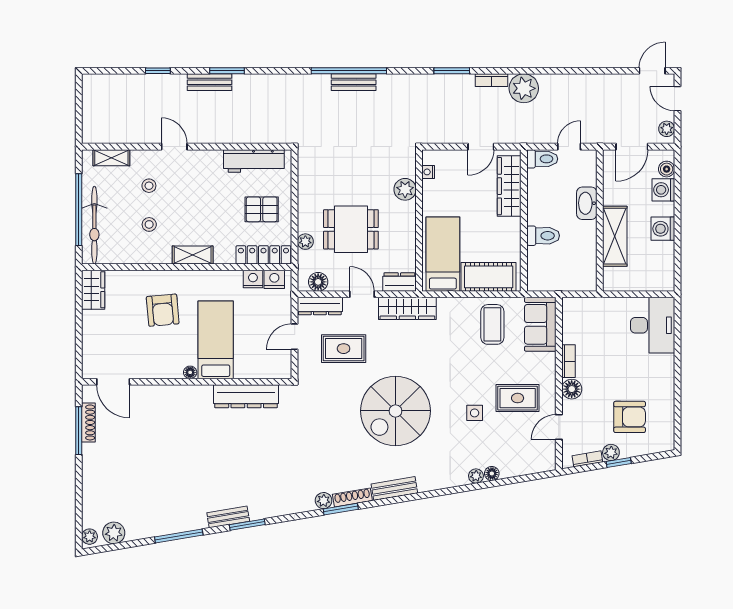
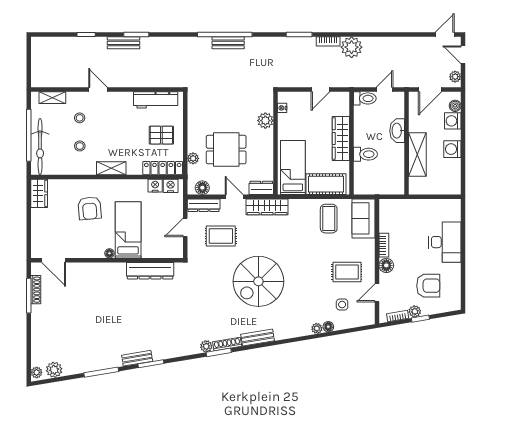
wardrobe: (509, 186) -> (341, 138), moved
desk: (653, 325) -> (445, 242), moved
side table: (475, 413) -> (342, 305), moved

